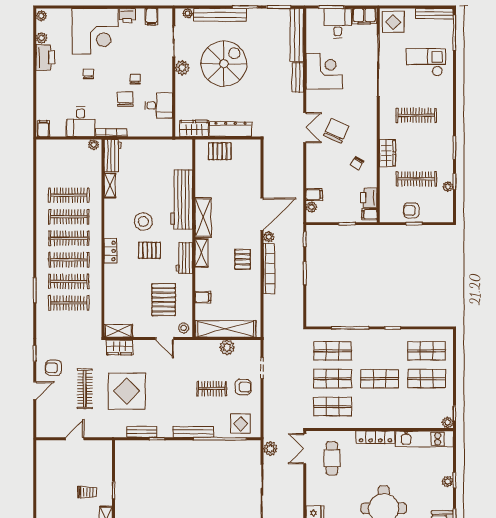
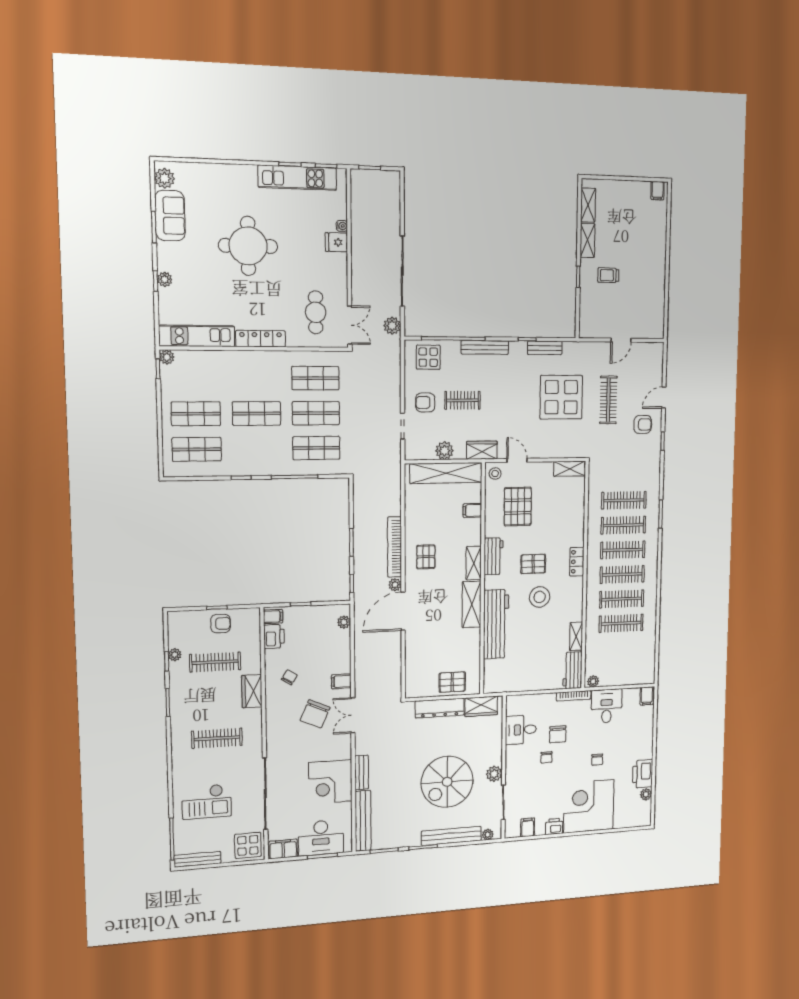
plant: (41, 16) -> (646, 818), removed
desk: (338, 23) -> (321, 838), width x1.37
filing cabinet: (314, 194) -> (341, 681), moved
wardrobe: (120, 347) -> (482, 450), moved

